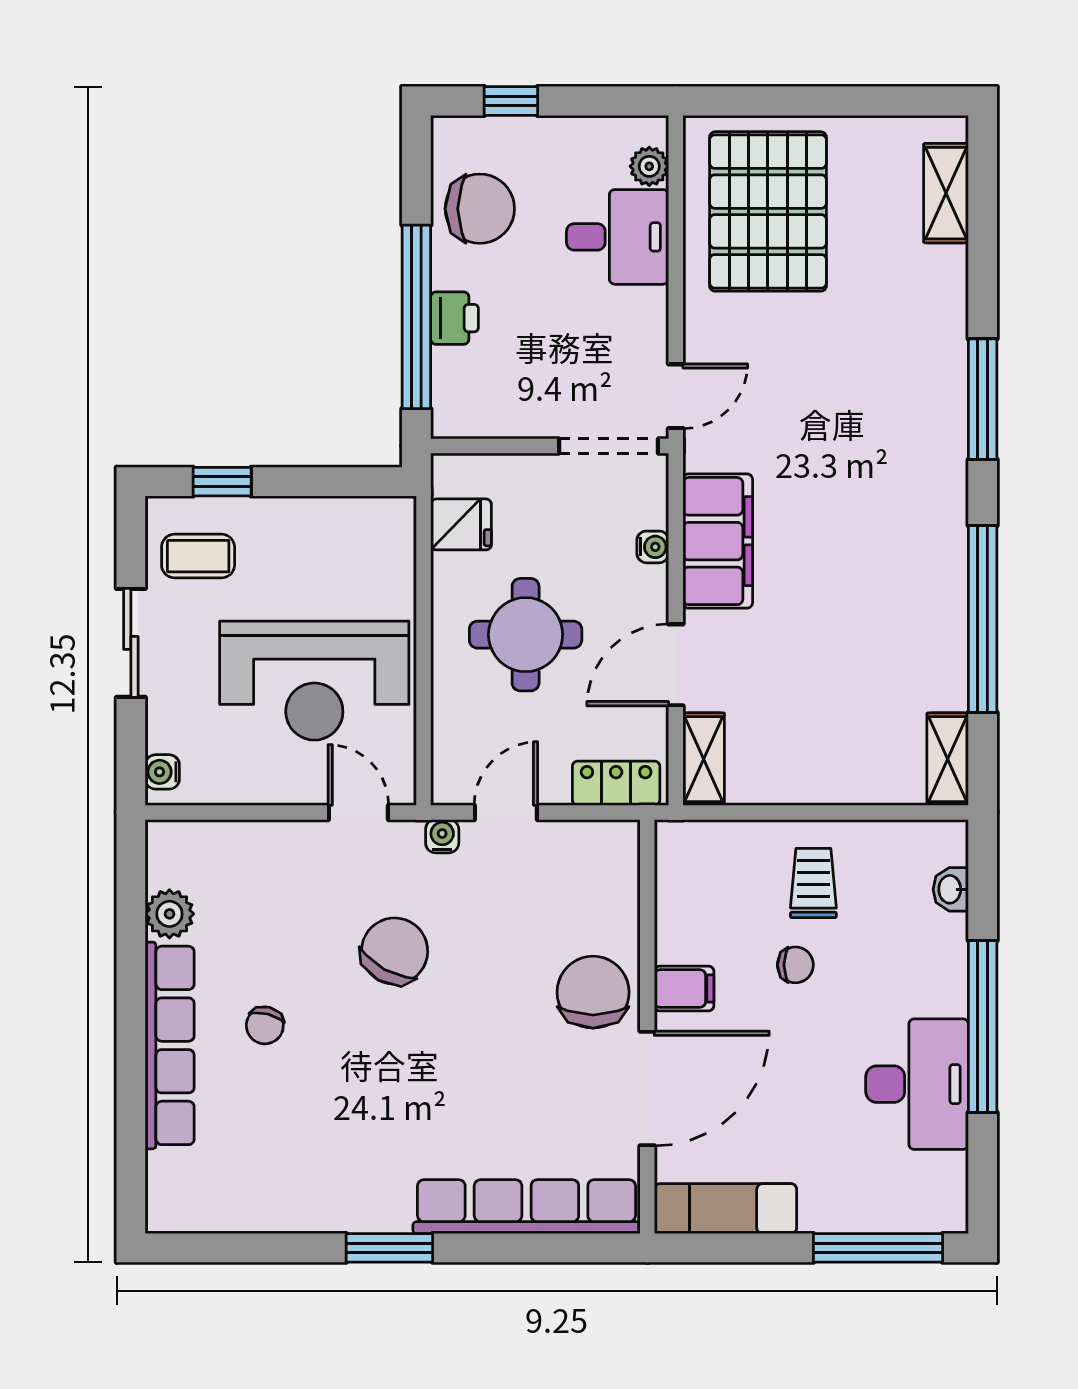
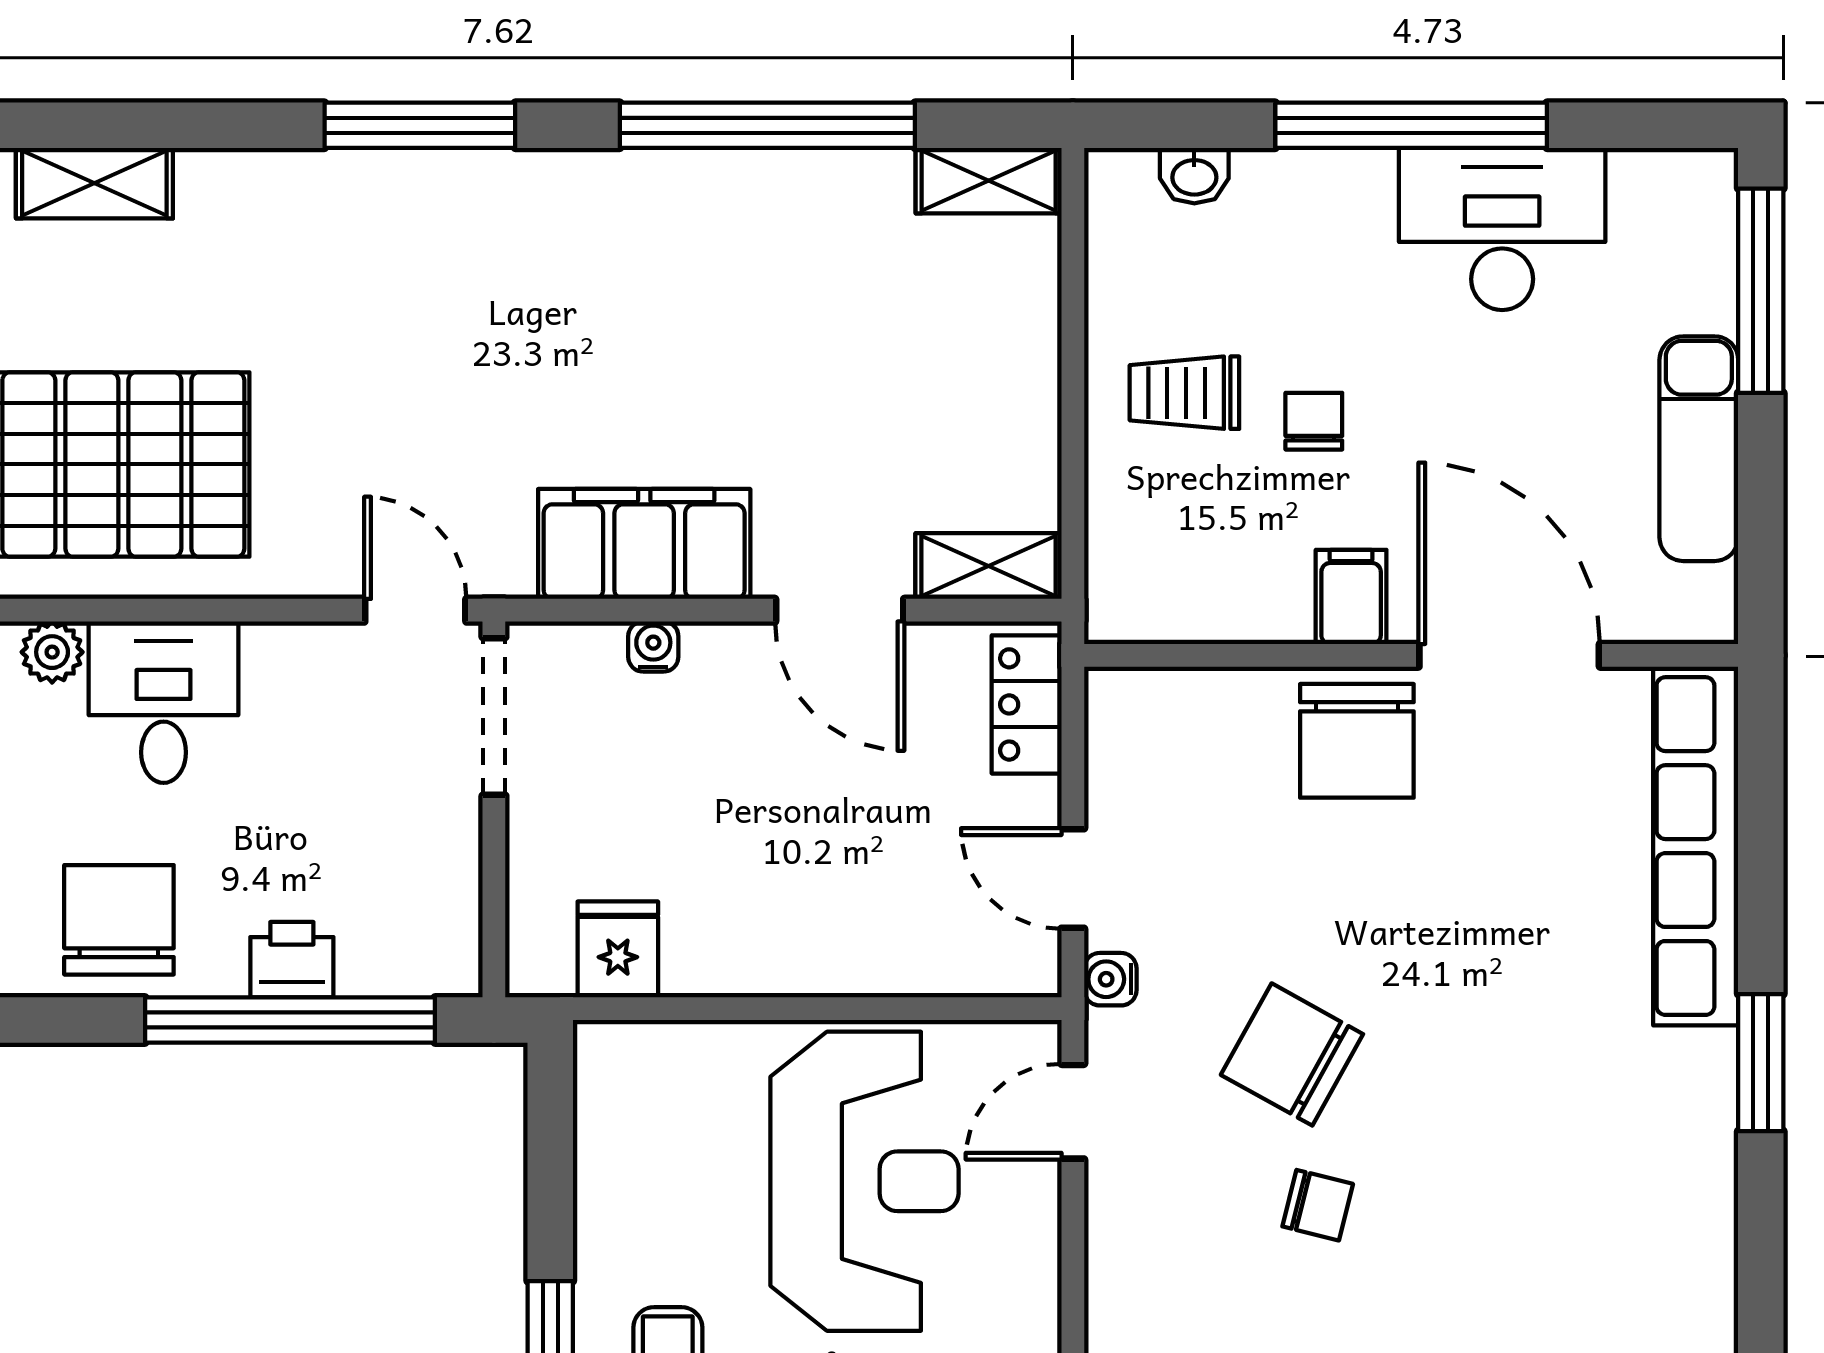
round table: (526, 635) -> (792, 847), removed
chair: (593, 992) -> (1357, 741), turned -90
chair: (265, 1025) -> (1318, 1205), moved
exam couch: (725, 1209) -> (1699, 449), moved

